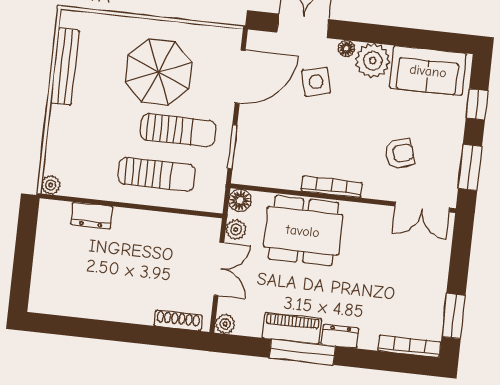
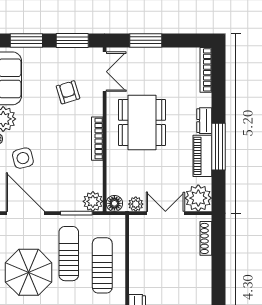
window: (477, 104) -> (26, 40), width x1.50
plant: (246, 171) -> (93, 201), added
dining table: (303, 231) -> (142, 122), moved
window: (454, 316) -> (146, 40), moved
plant: (225, 324) -> (198, 198), width x1.88, depth x1.88

